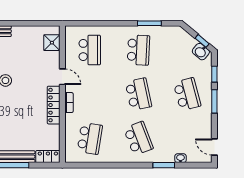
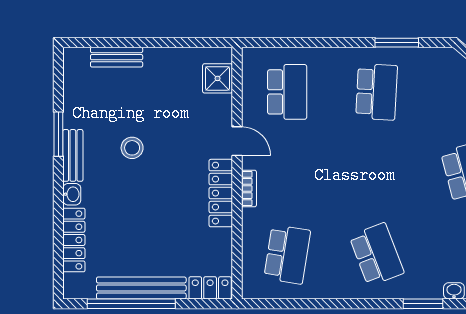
school desk: (138, 94) -> (377, 173), removed

